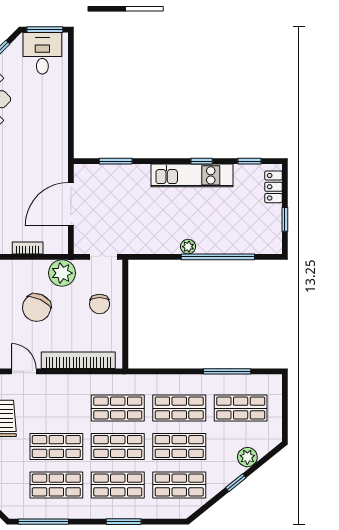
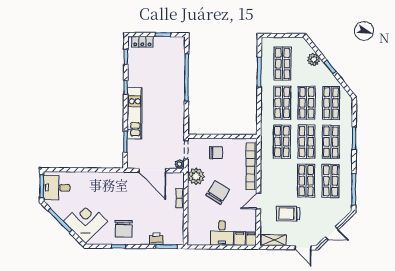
kitchen unit: (192, 175) -> (135, 113), moved
plant: (188, 247) -> (179, 164), moved
chair: (37, 308) -> (218, 193), turned -83

